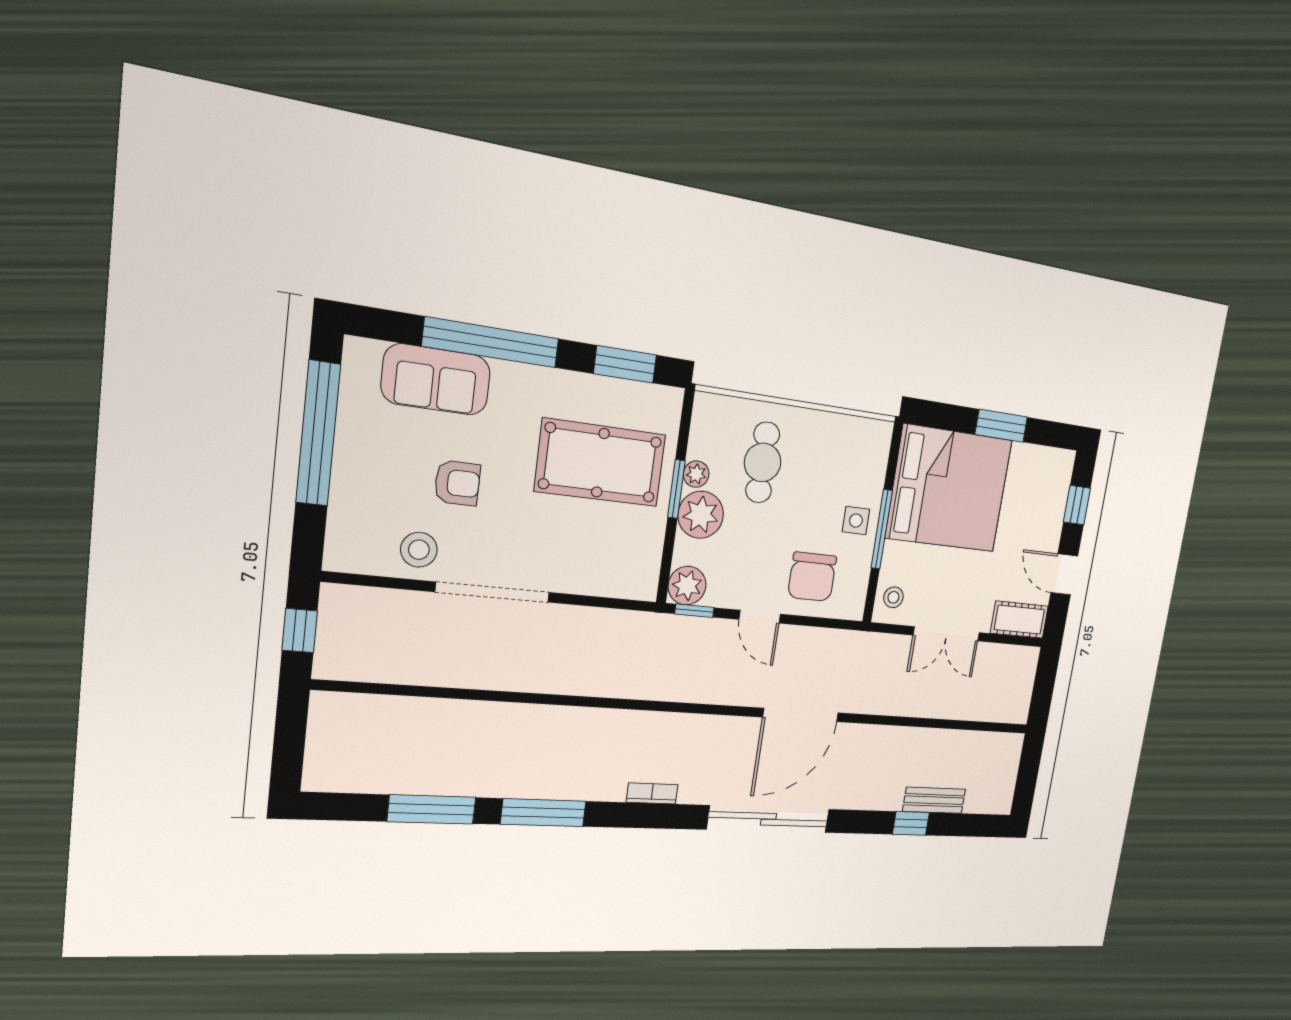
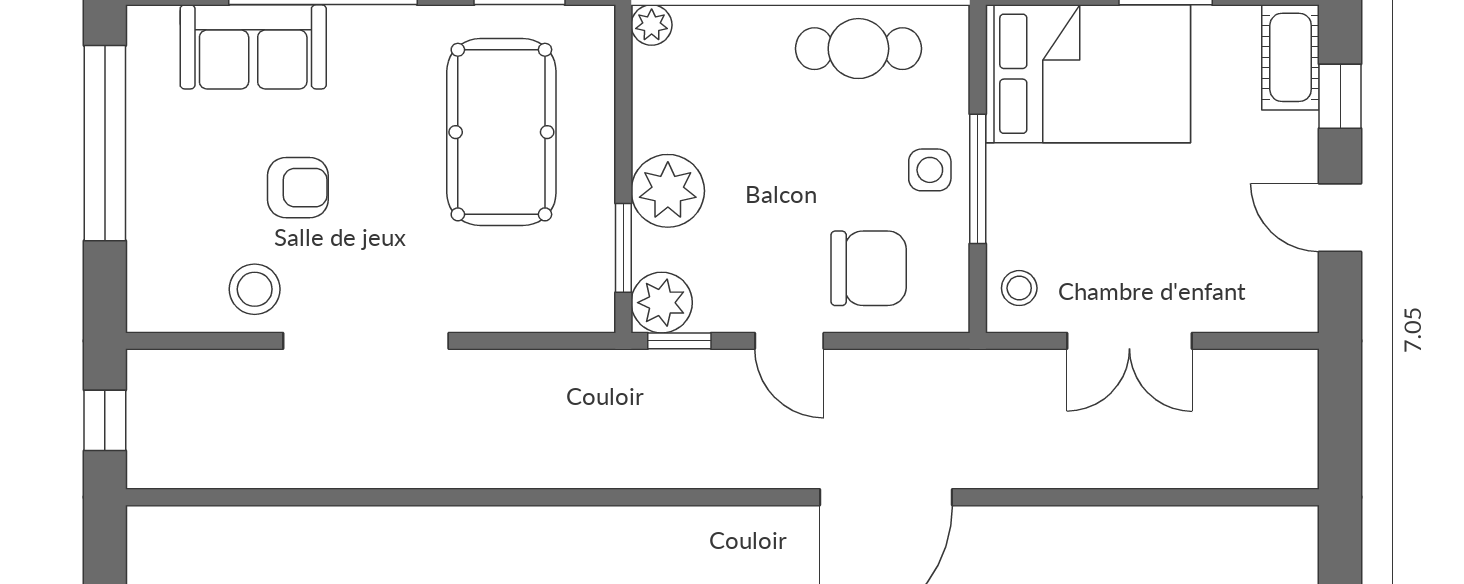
cafe table: (763, 462) -> (858, 49), moved, turned 90
pool table: (600, 463) -> (501, 132), turned 90
plant: (696, 474) -> (652, 25), moved
window: (676, 489) -> (623, 248), moved
bed: (949, 489) -> (1088, 74), width x0.73
chair: (812, 577) -> (869, 268), turned -90
cot: (1019, 620) -> (1291, 57), moved, turned 90

